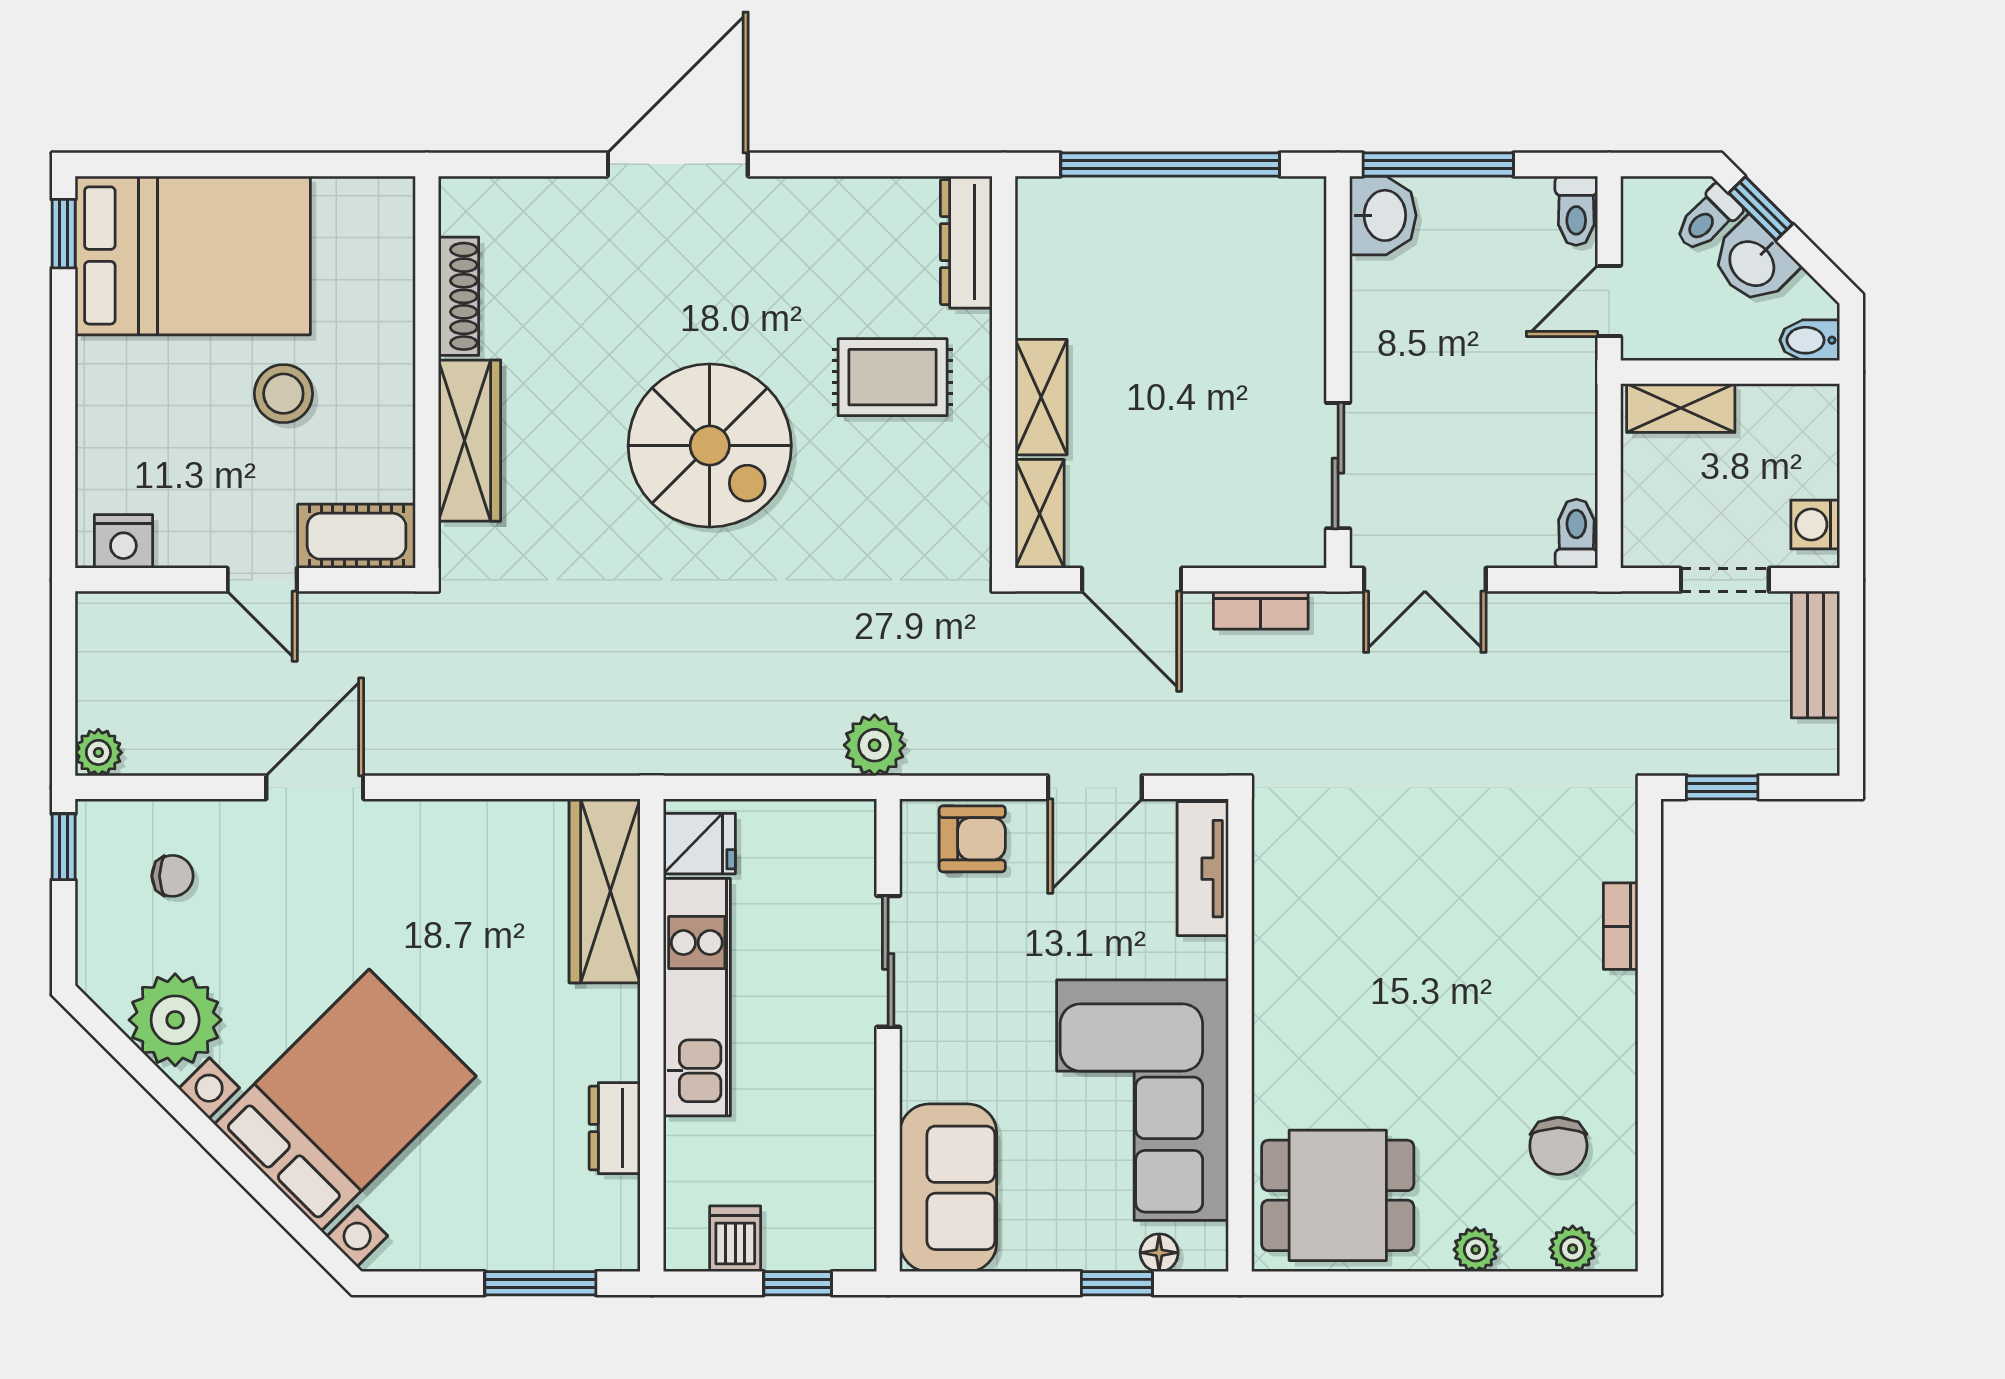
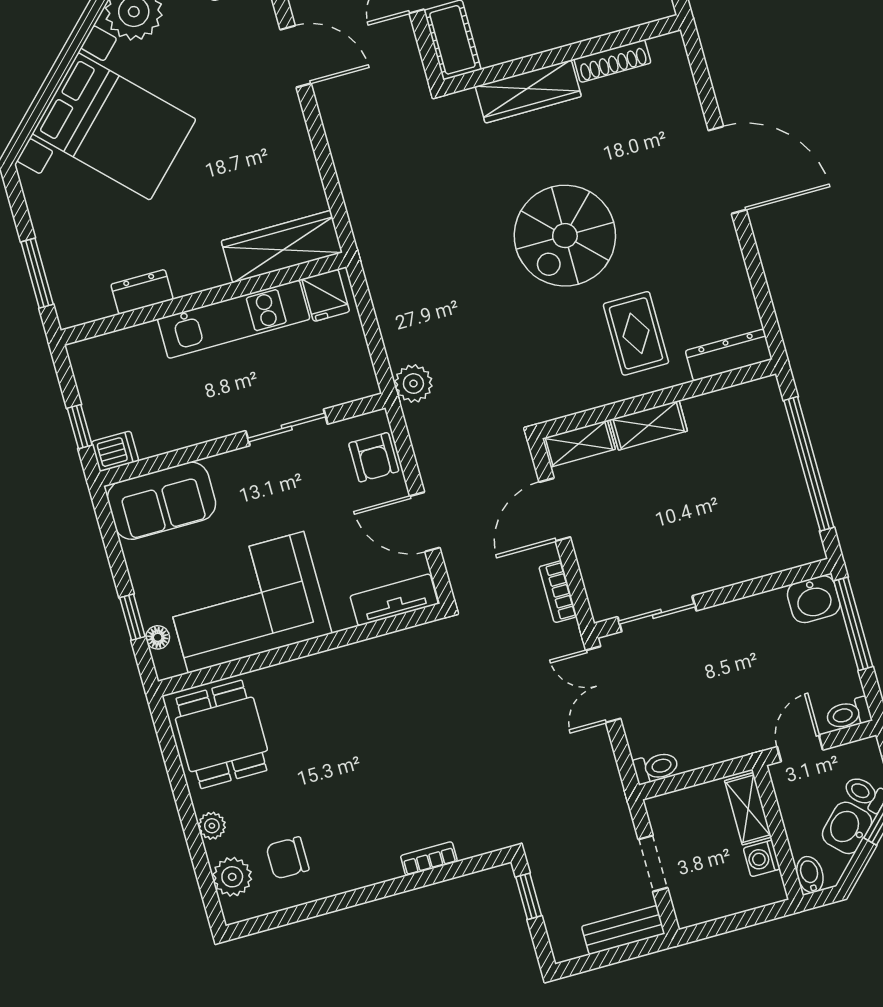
door: (1609, 301) -> (800, 748), hinge flipped
washing machine: (1815, 524) -> (762, 858), moved, turned -90
dishwasher: (735, 1239) -> (115, 451), moved
plant: (1573, 1249) -> (232, 877), width x1.38, depth x1.38

